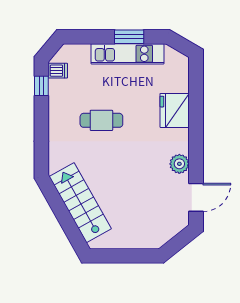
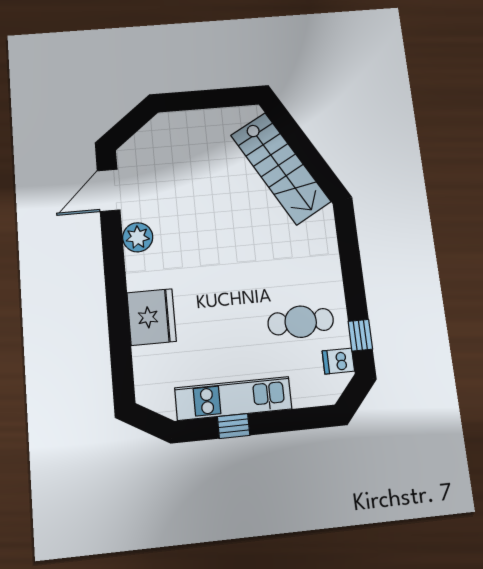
window: (129, 37) -> (234, 426), width x0.67
cafe table: (101, 120) -> (301, 322), moved

